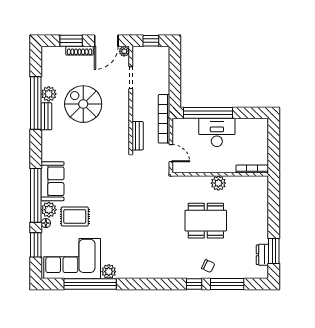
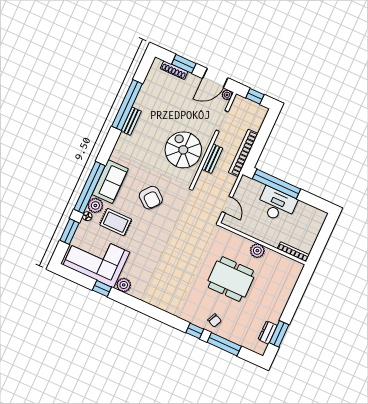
shoe rack: (80, 51) -> (174, 70), moved
plant: (49, 94) -> (142, 102), removed
spiral stairs: (83, 104) -> (183, 150), moved
bookcase: (164, 119) -> (243, 153), moved
bench: (138, 136) -> (212, 159), moved
armchair: (97, 179) -> (151, 198), added
window: (90, 284) -> (102, 289), width x0.32

